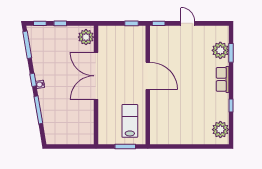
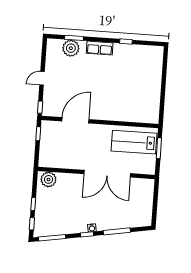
double door: (96, 76) -> (107, 174), moved
door: (148, 76) -> (75, 120), moved
lab bench: (130, 121) -> (134, 142), width x1.36, depth x1.39
plant: (220, 130) -> (149, 54), removed

